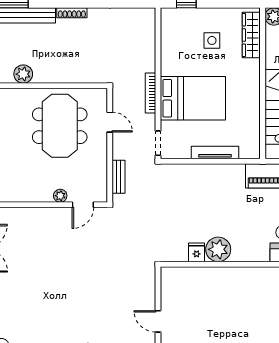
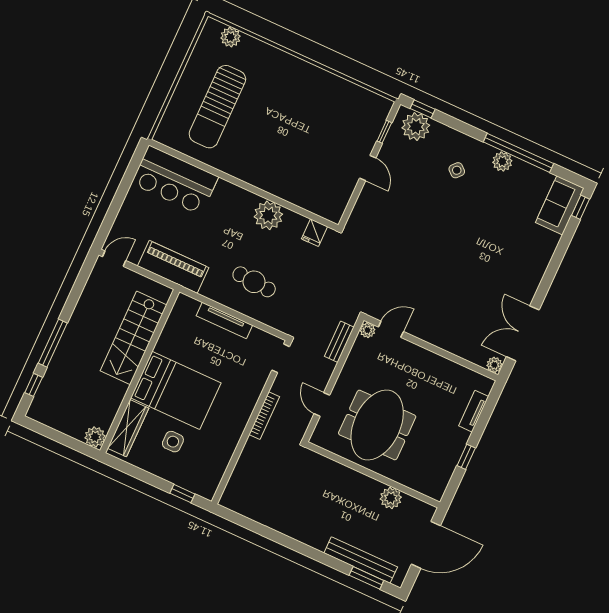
shoe rack: (72, 13) -> (309, 540), removed
bed: (193, 98) -> (176, 390), moved, turned 180
cafe table: (206, 193) -> (254, 282), added
plant: (60, 196) -> (367, 330), moved
fridge: (197, 252) -> (314, 233), moved

